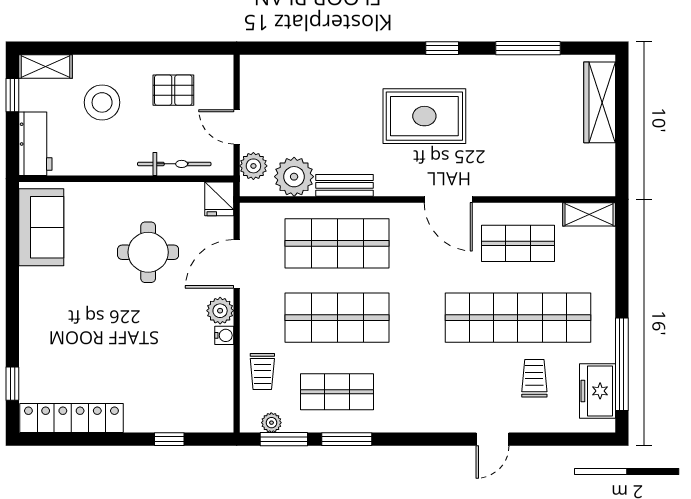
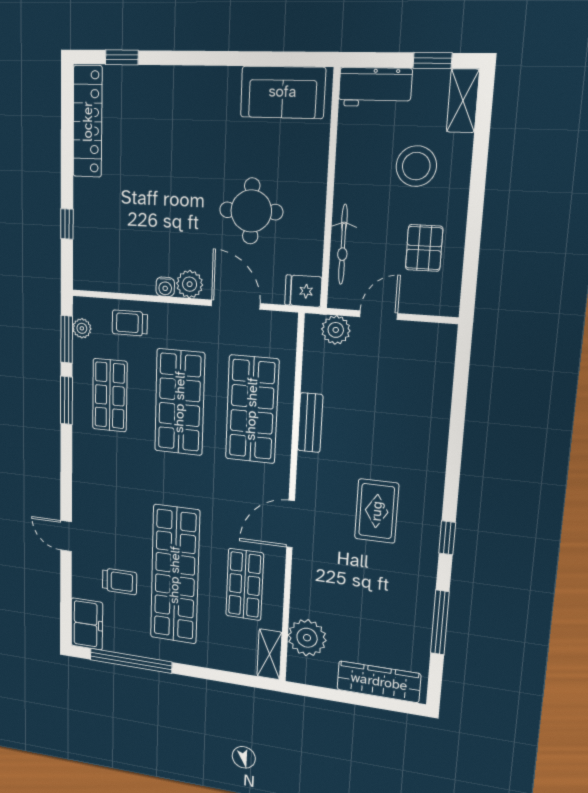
rug: (424, 116) -> (377, 511), width x0.73, depth x0.70
plant: (294, 177) -> (307, 638), moved
freezer: (598, 391) -> (87, 624), moved, turned 90

